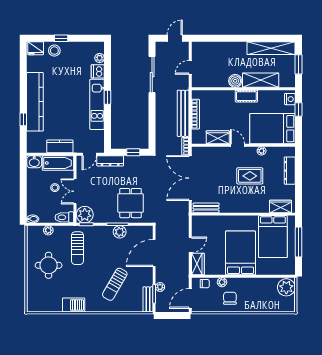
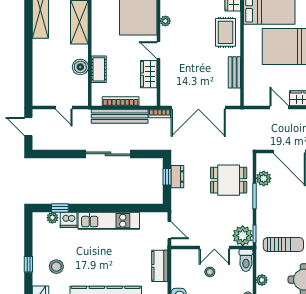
stool: (54, 51) -> (56, 267), moved
sliding door: (152, 75) -> (108, 154), moved
boiler: (235, 81) -> (80, 67), moved
cot: (246, 96) -> (99, 69), moved
window: (108, 97) -> (60, 208), moved
door: (237, 145) -> (158, 50), hinge flipped
dresser: (110, 161) -> (177, 177), moved, width x0.70
bathtub: (58, 163) -> (180, 268), removed
rug: (250, 176) -> (226, 32), moved
bench: (206, 208) -> (234, 72), moved
plant: (120, 232) -> (264, 178), moved

